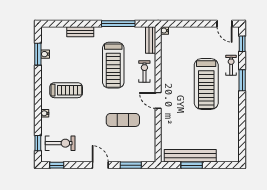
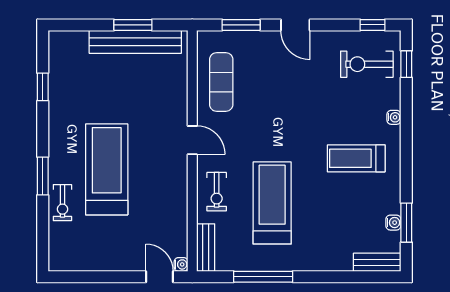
door: (225, 24) -> (160, 277), moved
bench: (80, 32) -> (377, 262), moved
window: (242, 44) -> (43, 87), moved
exercise mat: (123, 120) -> (221, 82), moved, turned 90

